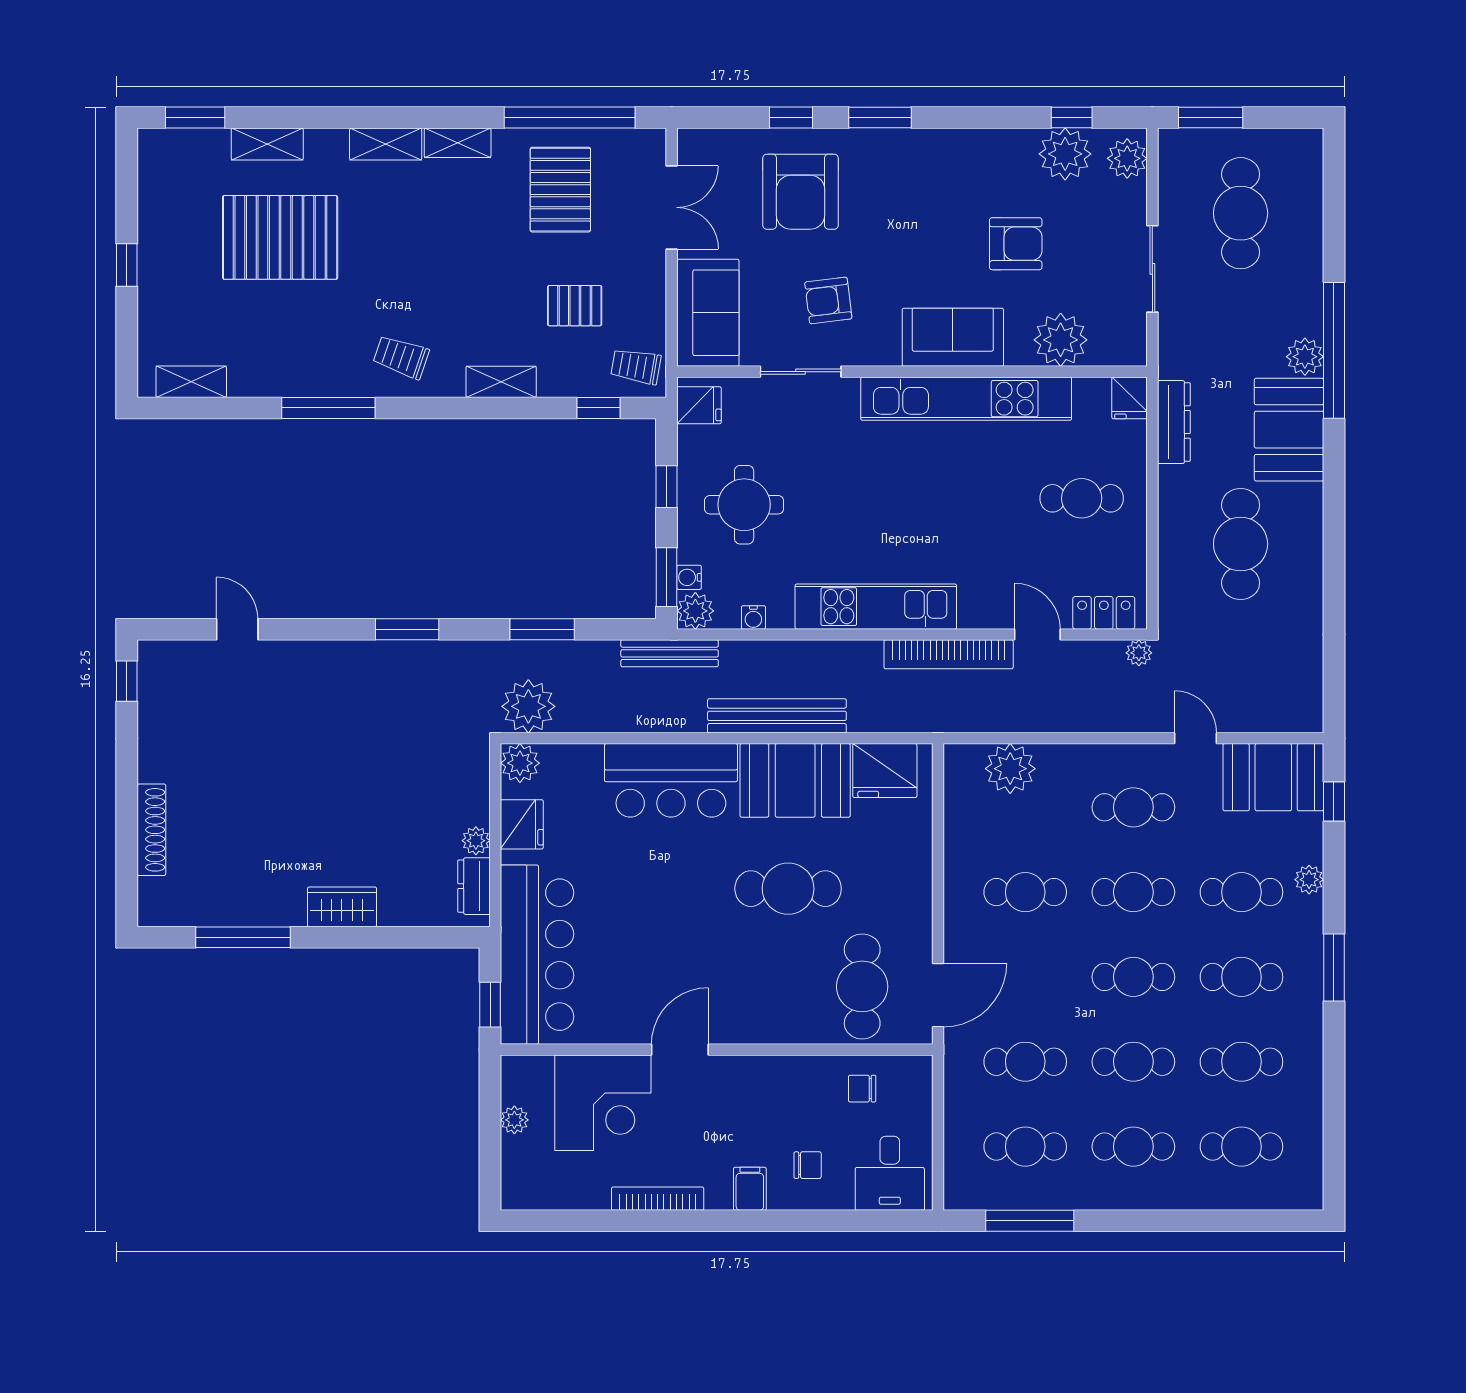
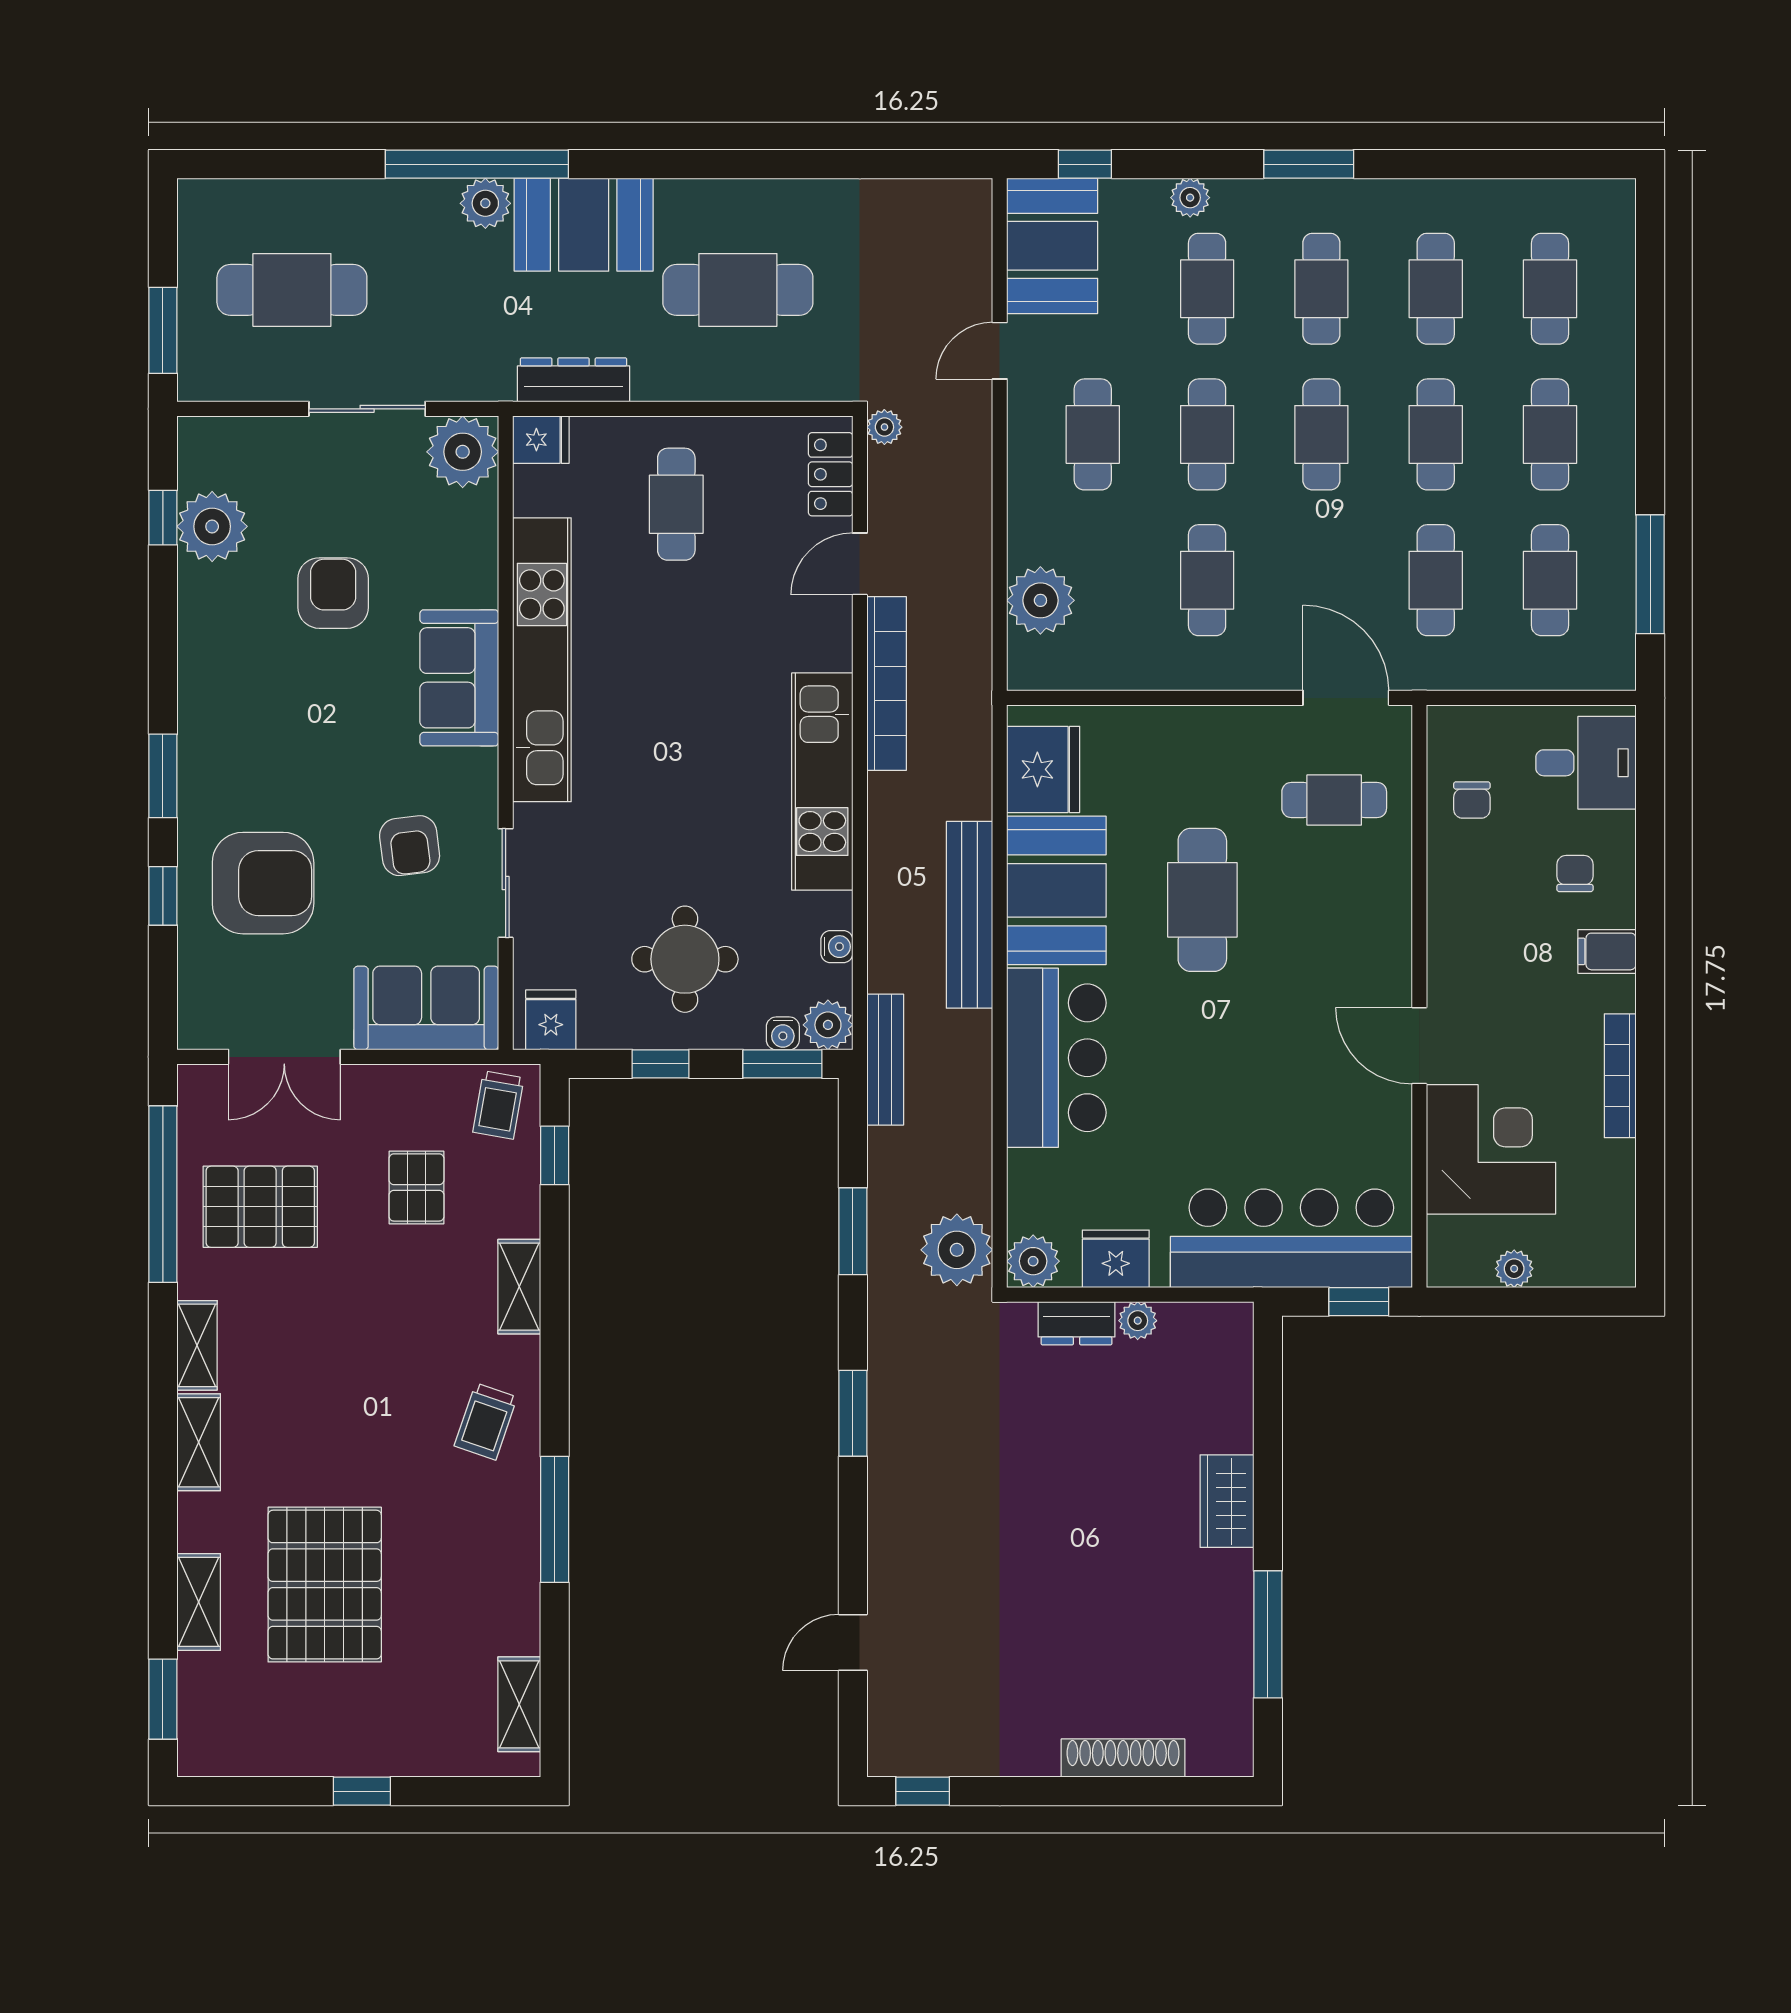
plant: (1127, 158) -> (218, 443), removed
double door: (672, 207) -> (284, 1057), swing flipped
plant: (1061, 340) -> (463, 452), moved
dresser: (474, 886) -> (1077, 1323), moved
cafe table: (862, 986) -> (1334, 800), width x0.73, depth x0.74

